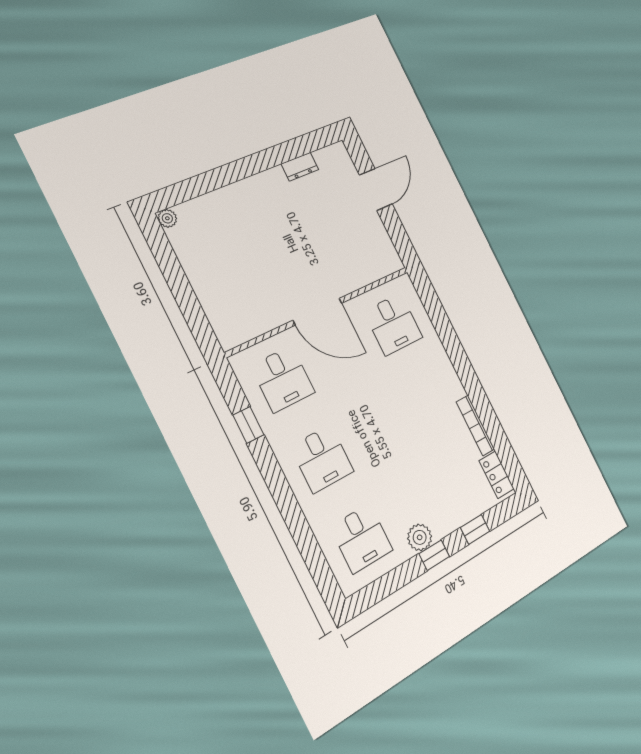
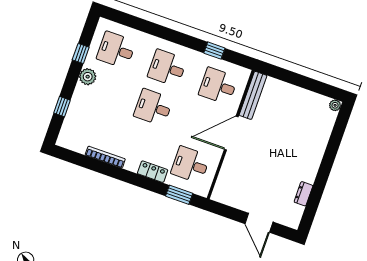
window: (433, 306) -> (179, 195), added
bench: (253, 327) -> (253, 95), added
desk: (378, 428) -> (153, 107), added
locker: (497, 475) -> (153, 172), moved
window: (434, 555) -> (81, 54), moved

